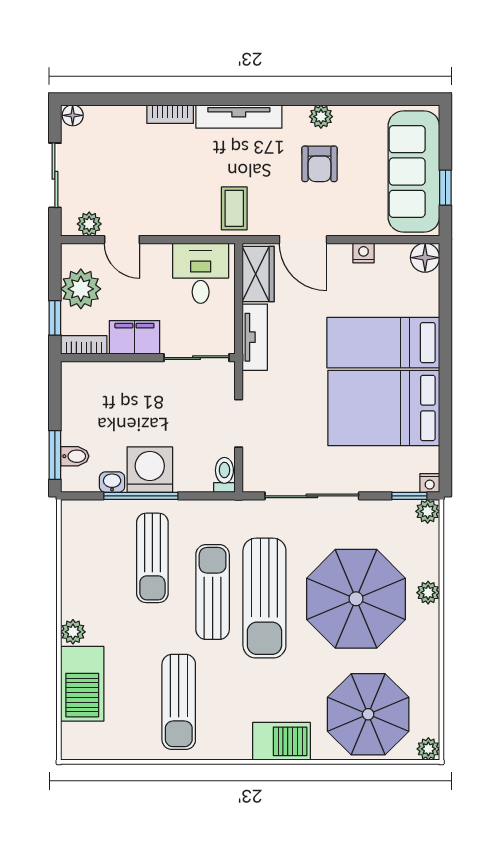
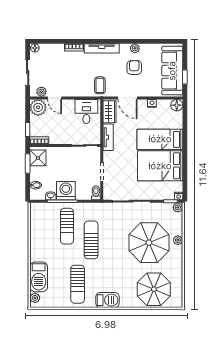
armchair: (320, 164) -> (134, 67), turned 180
plant: (81, 289) -> (38, 107), moved
filing cabinet: (134, 337) -> (60, 137), removed
shower: (81, 389) -> (38, 158), added
window: (55, 455) -> (28, 163), moved
sun lounger: (264, 598) -> (112, 242), removed
plant: (73, 632) -> (35, 298), moved
barbecue: (281, 741) -> (108, 300), moved
plant: (428, 749) -> (178, 303), removed

